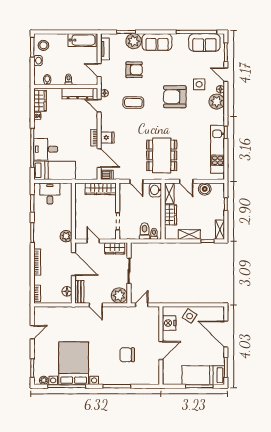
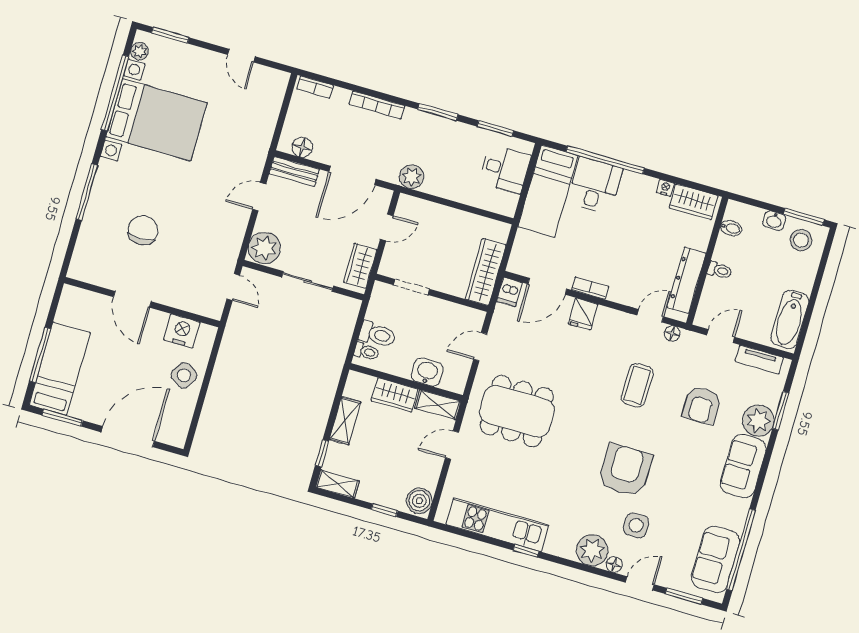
boiler: (205, 189) -> (419, 501), moved
washbasin: (155, 190) -> (427, 372), moved

